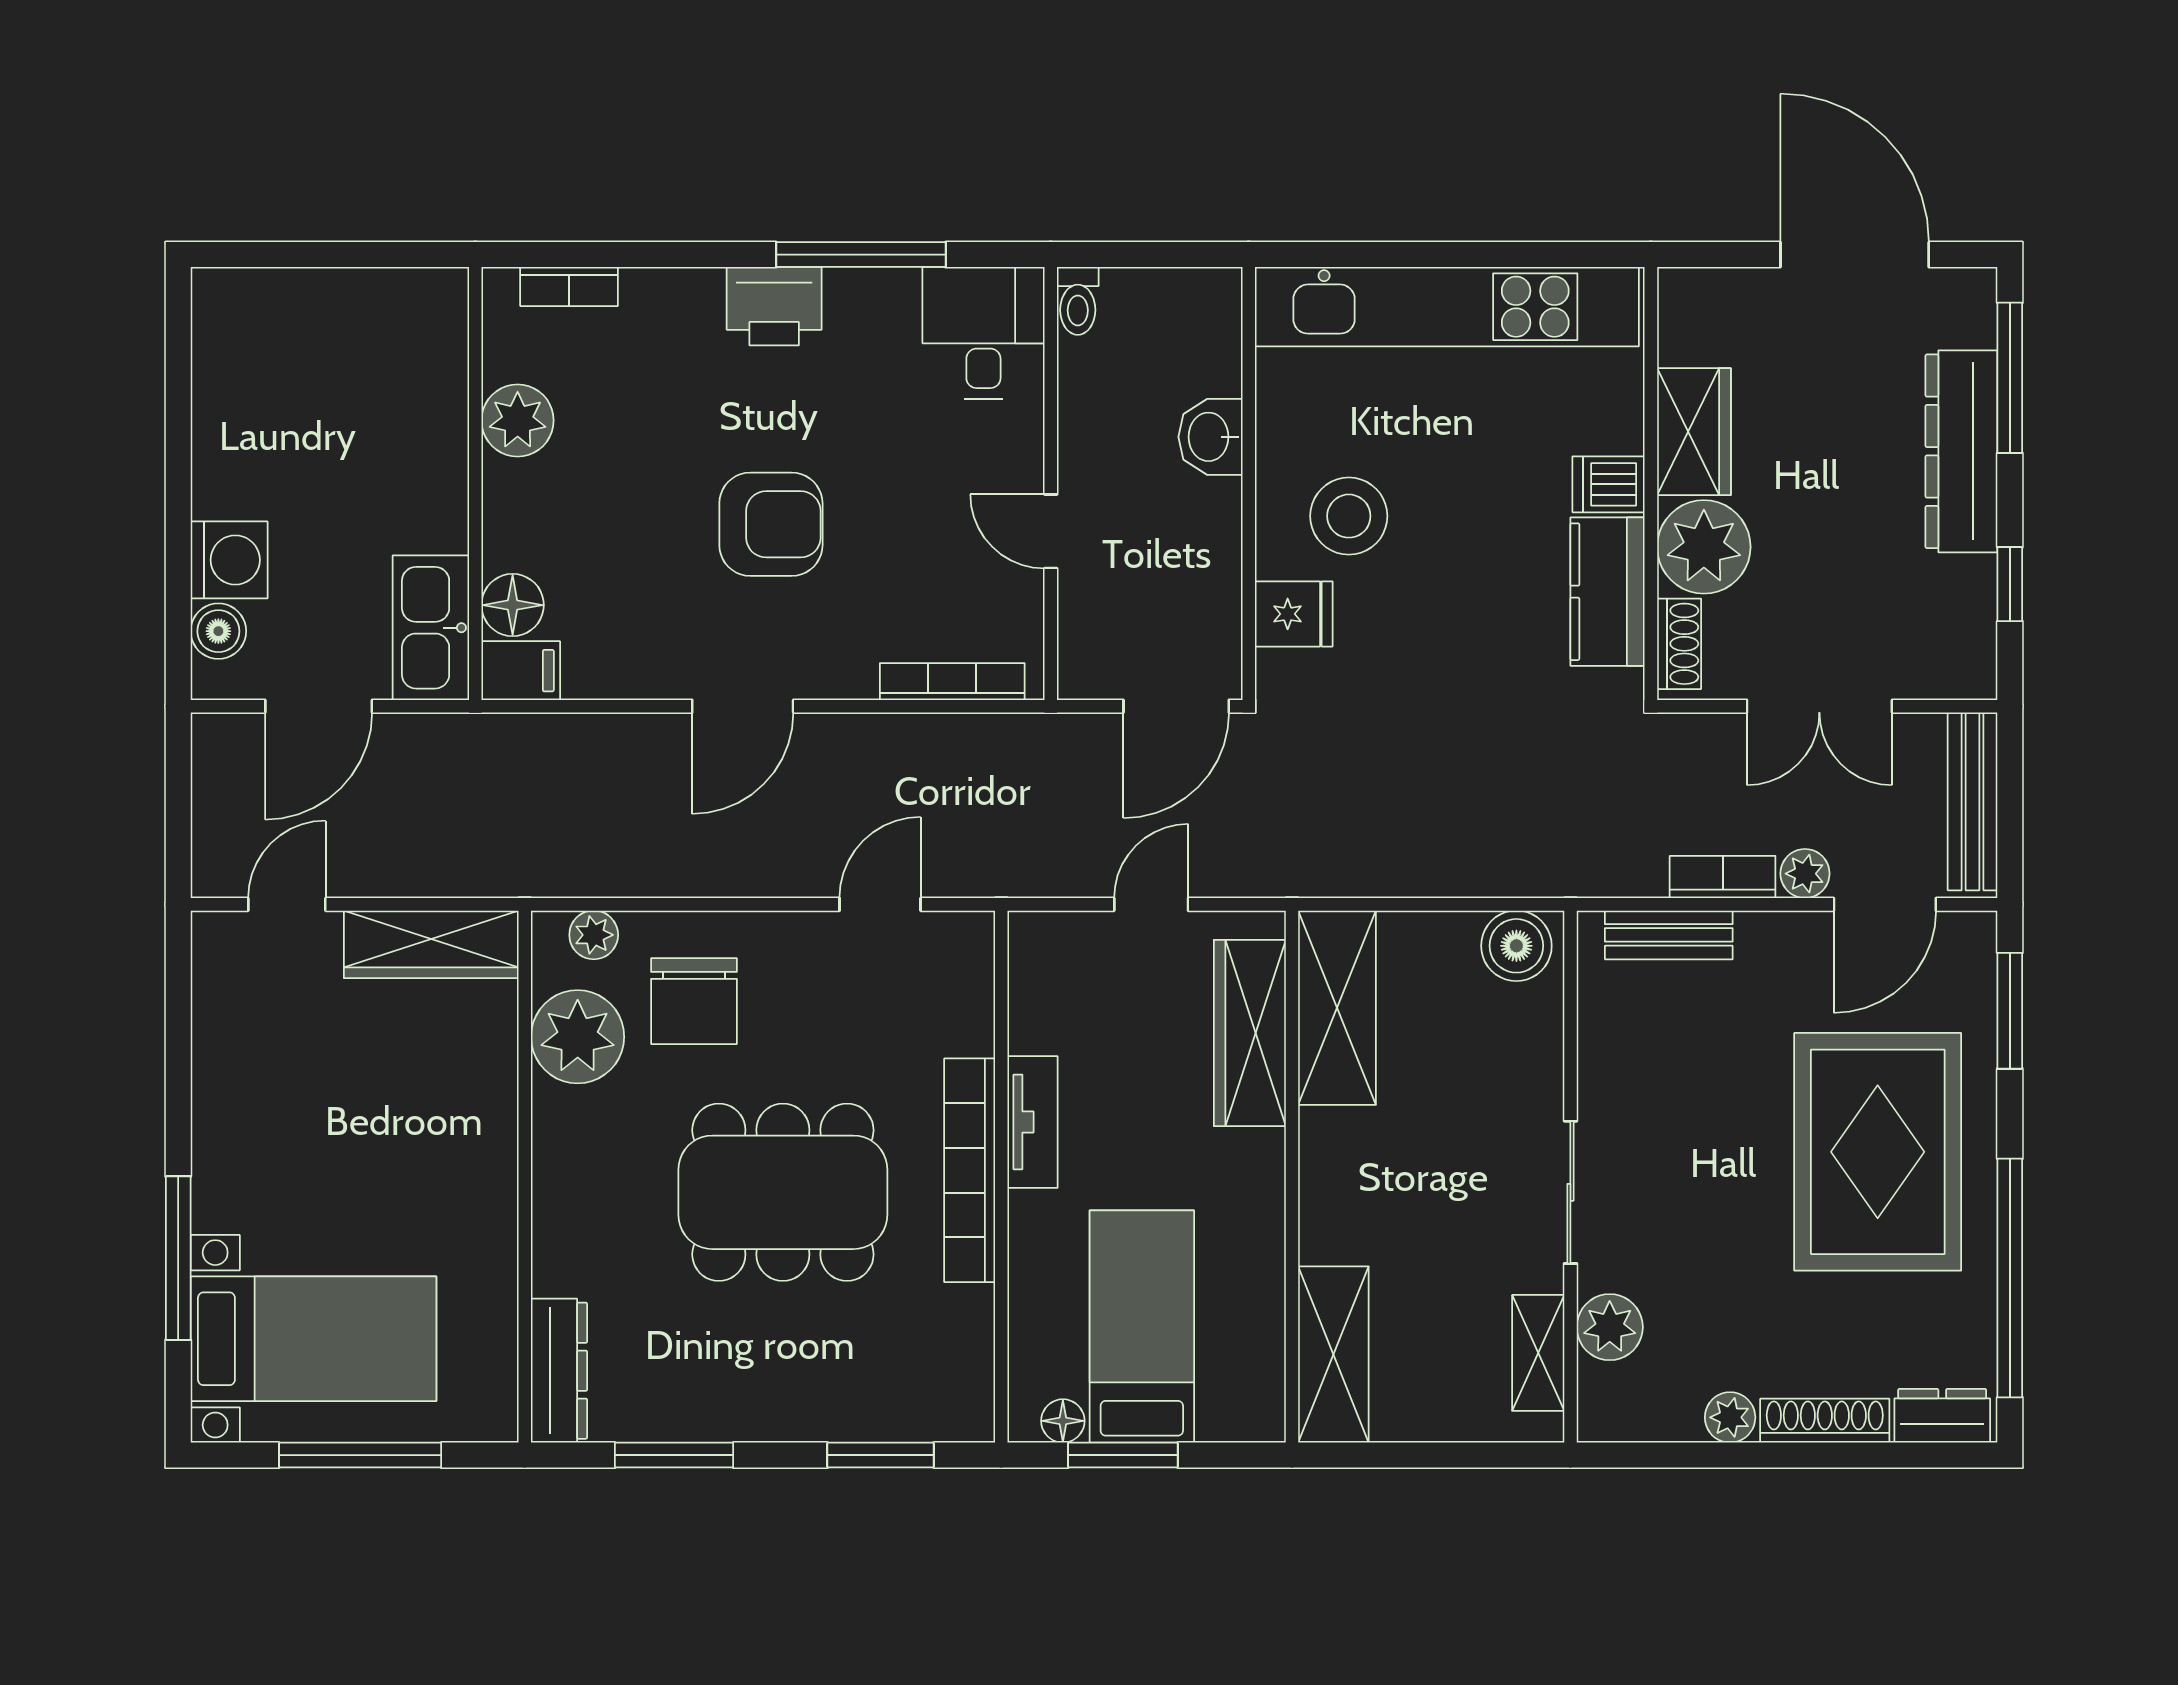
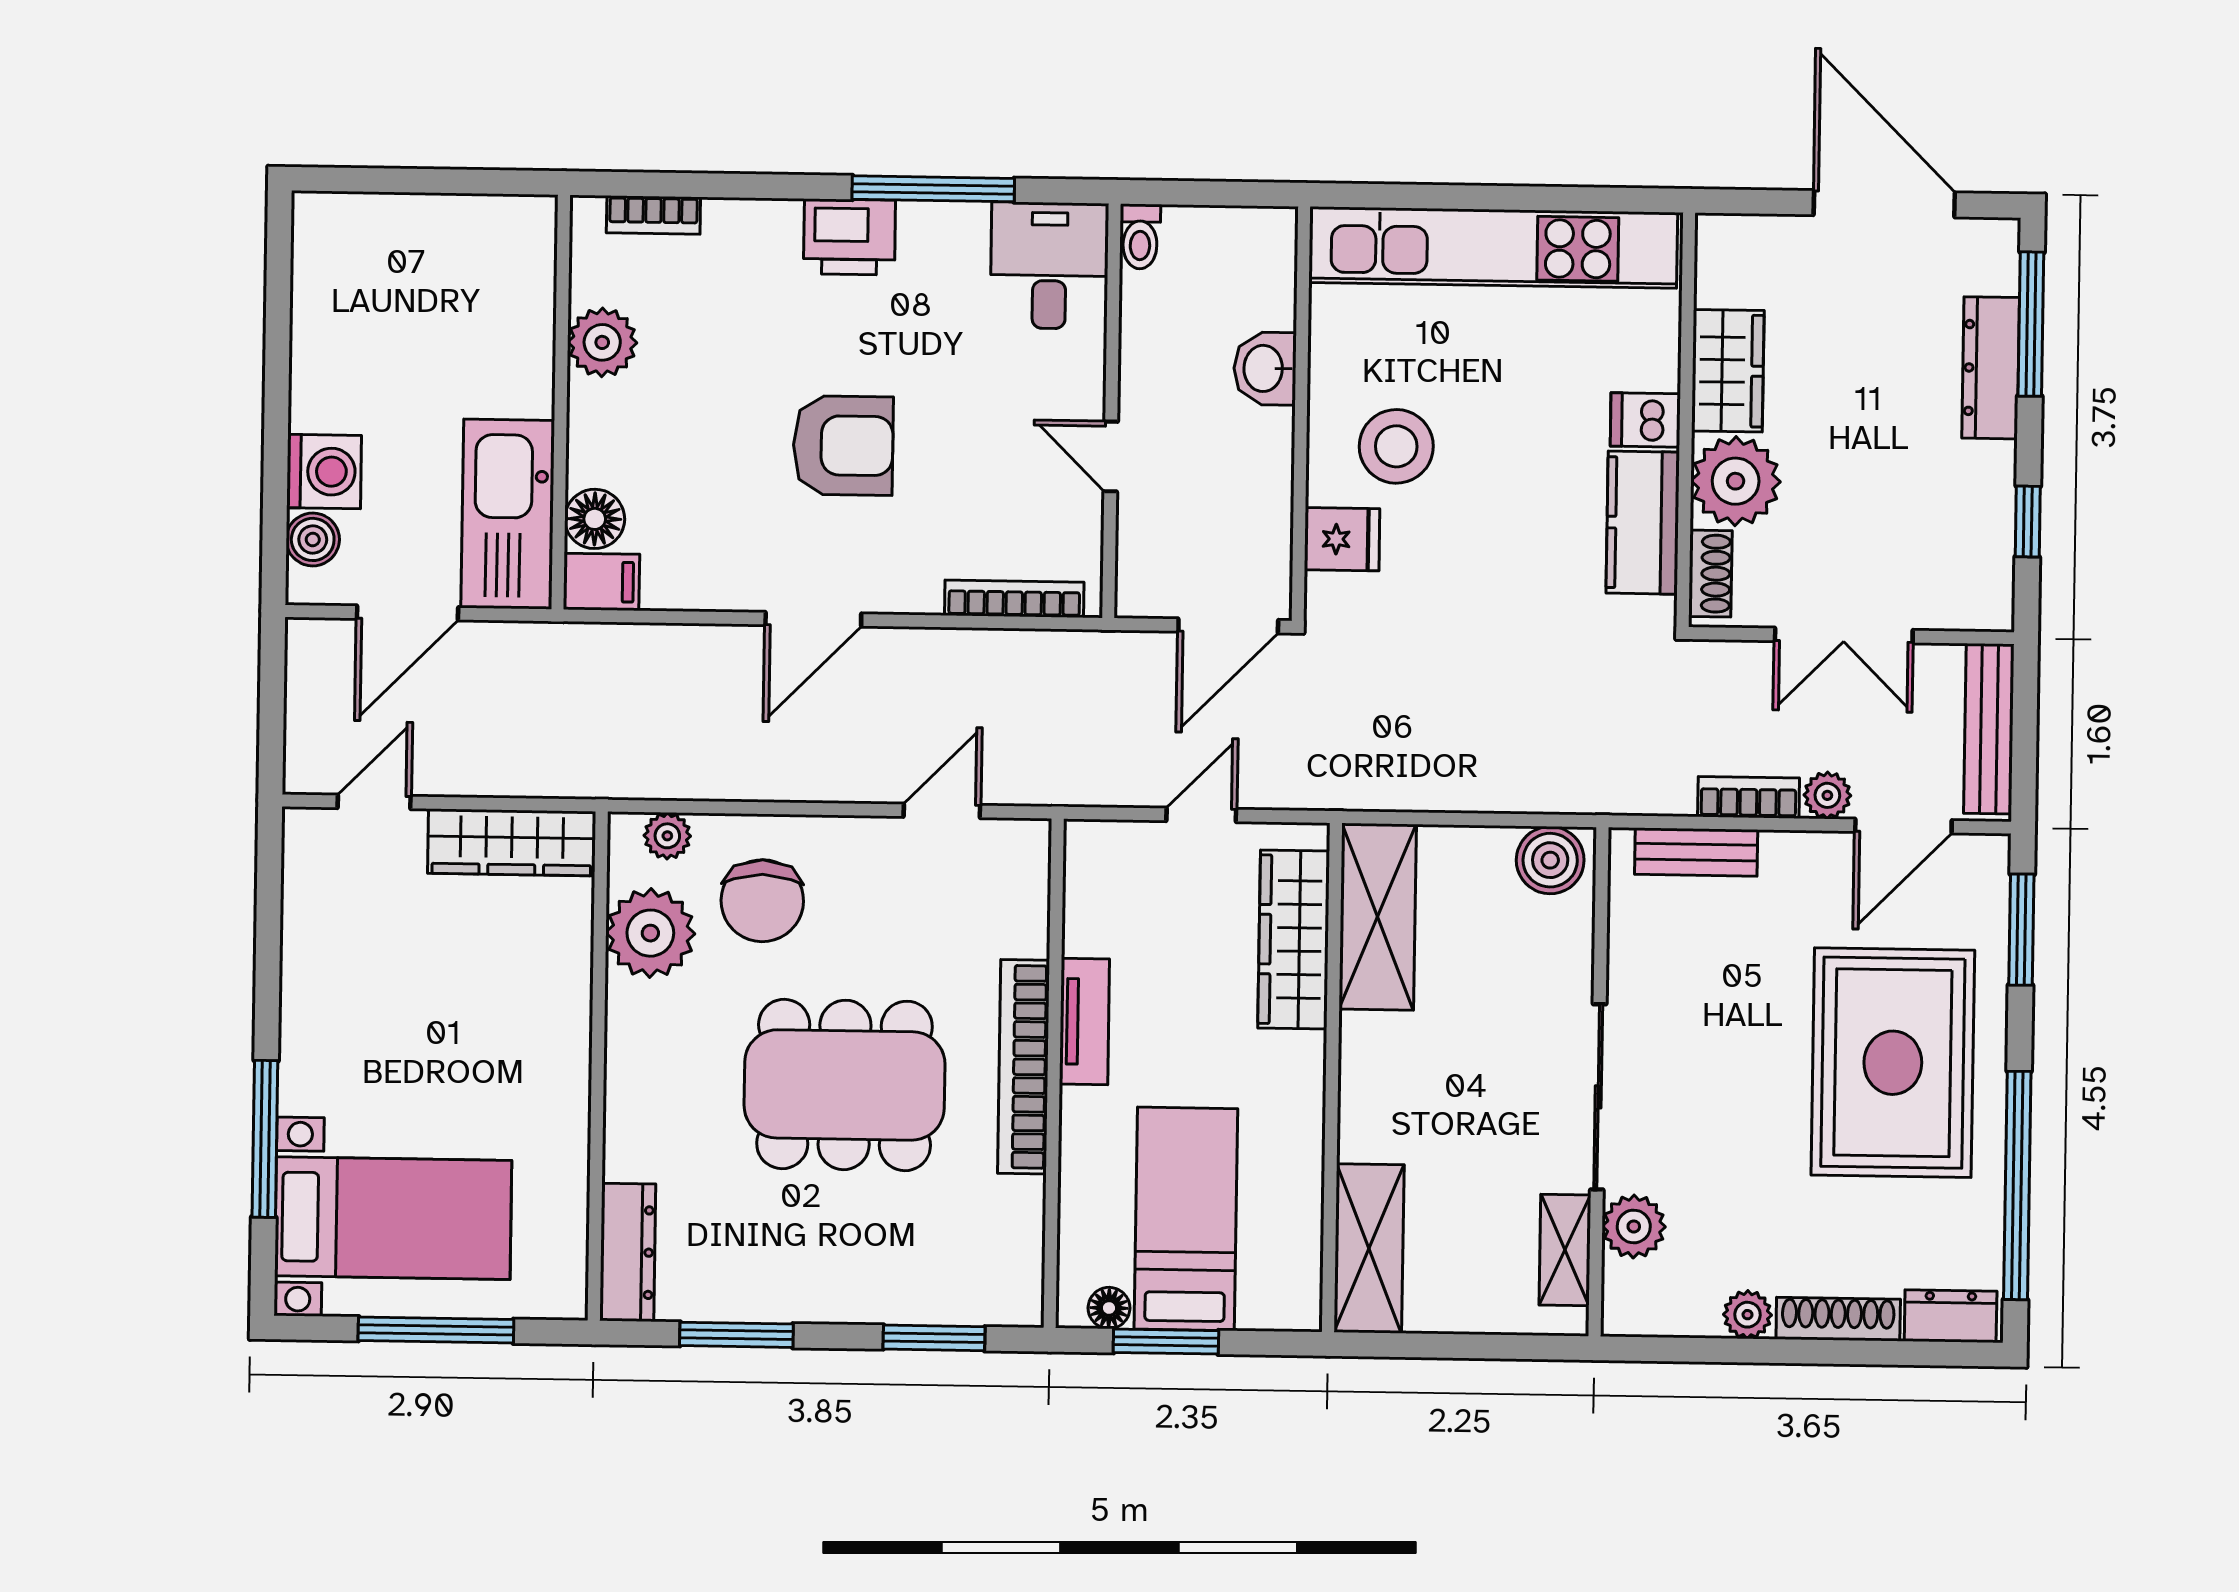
dresser: (1961, 451) -> (1991, 368), width x0.73, depth x0.80
kitchen sink: (431, 628) -> (508, 514), width x1.36, depth x1.24
sliding door: (1570, 1192) -> (1598, 1097), width x1.37

